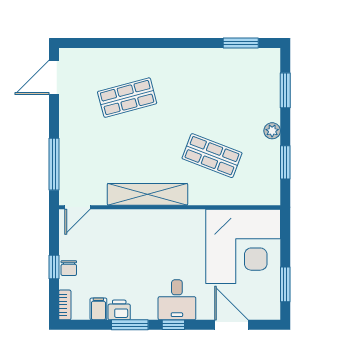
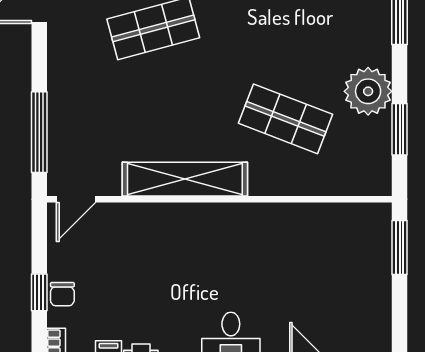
plant: (272, 131) -> (368, 91), width x1.87, depth x1.87
corner desk: (243, 246) -> (334, 260), removed
window: (285, 284) -> (400, 247), moved

